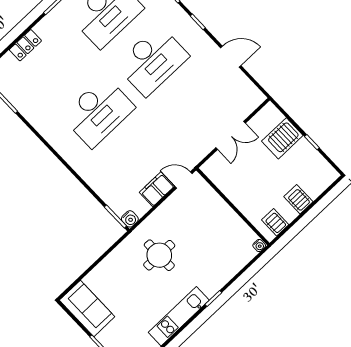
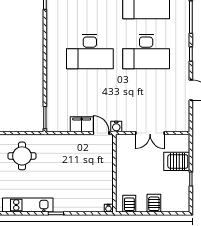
water cooler: (130, 219) -> (116, 126), moved
round table: (159, 255) -> (22, 156), moved

